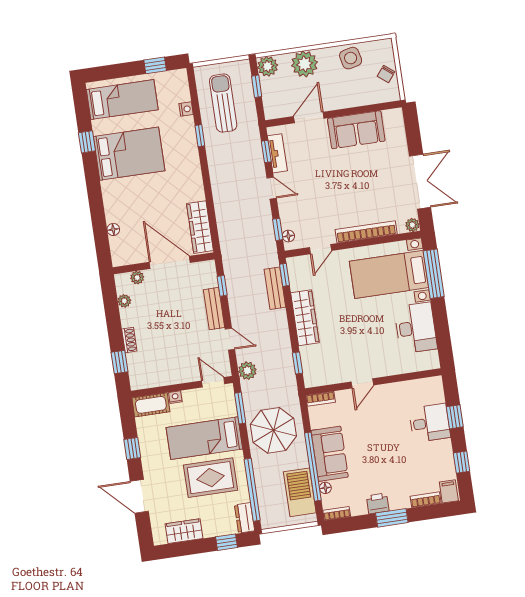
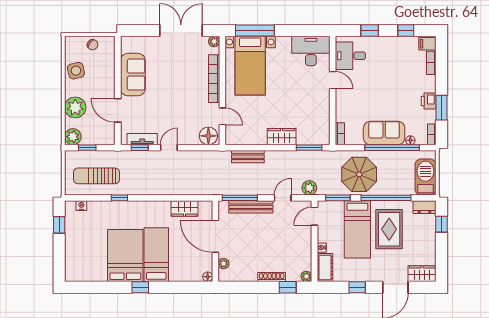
bed: (122, 100) -> (156, 255), moved
nightstand: (186, 109) -> (81, 206), moved
window: (87, 142) -> (140, 287), moved
wardrobe: (200, 227) -> (184, 208), width x0.67
floor lamp: (113, 229) -> (208, 277), moved
window: (278, 229) -> (202, 148), removed
floor lamp: (288, 236) -> (208, 136), width x1.89, depth x1.89
door: (170, 262) -> (215, 236), hinge flipped
window: (284, 275) -> (238, 148), removed
window: (222, 286) -> (240, 198), width x2.17
plant: (124, 301) -> (306, 276), moved
bench: (214, 309) -> (251, 207), width x1.36
wardrobe: (305, 318) -> (282, 137), width x0.67
desk: (416, 328) -> (311, 51), moved
shoe rack: (129, 340) -> (272, 277), width x1.43
window: (297, 363) -> (309, 148), width x1.50
door: (362, 383) -> (333, 80), moved
desk: (430, 423) -> (350, 56), moved, turned -90
window: (252, 490) -> (386, 198), moved
barbecue: (300, 492) -> (425, 177), moved, turned 90
window: (392, 518) -> (442, 108), moved
wardrobe: (184, 531) -> (422, 274), moved, turned 90

